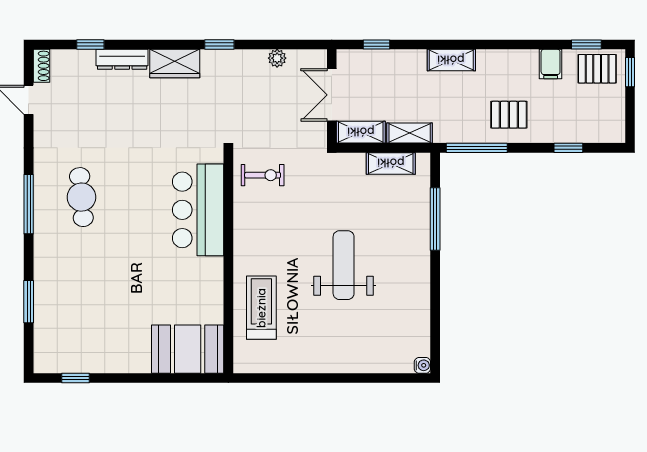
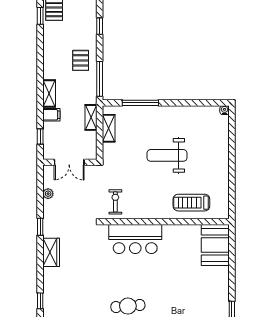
dresser: (122, 59) -> (49, 283), removed
filing cabinet: (551, 64) -> (51, 115), moved
shelving: (361, 132) -> (91, 146), removed

